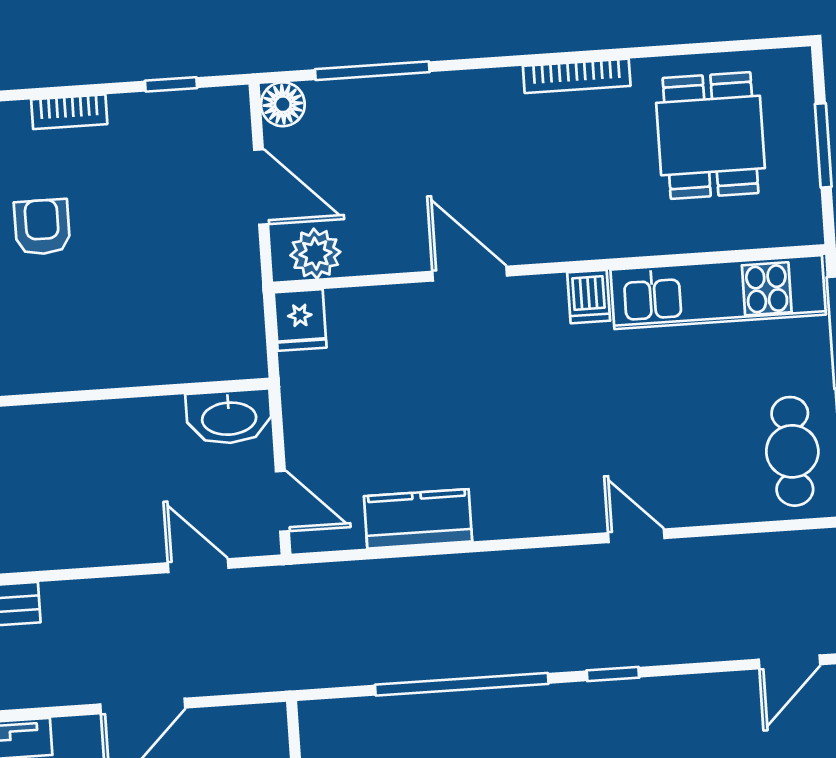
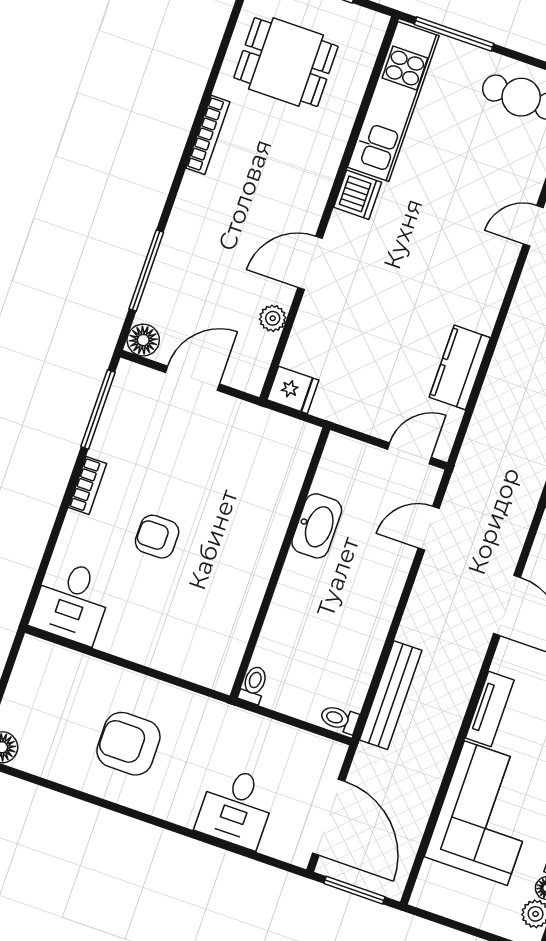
window: (171, 84) -> (98, 409), width x2.17
plant: (315, 254) -> (273, 318), moved, width x0.73, depth x0.73
dishwasher: (589, 297) -> (358, 195), width x1.38
washbasin: (229, 417) -> (317, 526), moved

